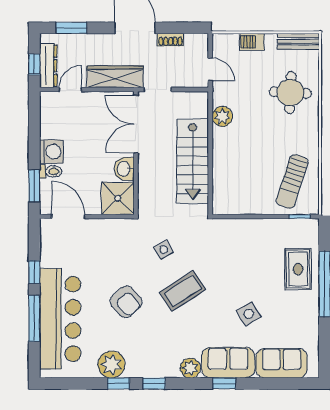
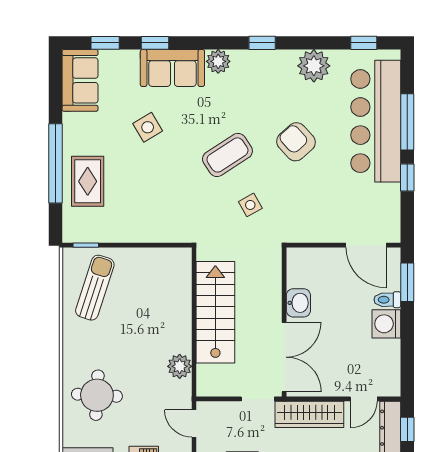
shower: (118, 198) -> (306, 267), removed
sofa: (282, 363) -> (80, 80), moved, turned -90
window: (119, 383) -> (364, 43), moved
window: (224, 383) -> (155, 43), moved
window: (284, 383) -> (105, 43), added

